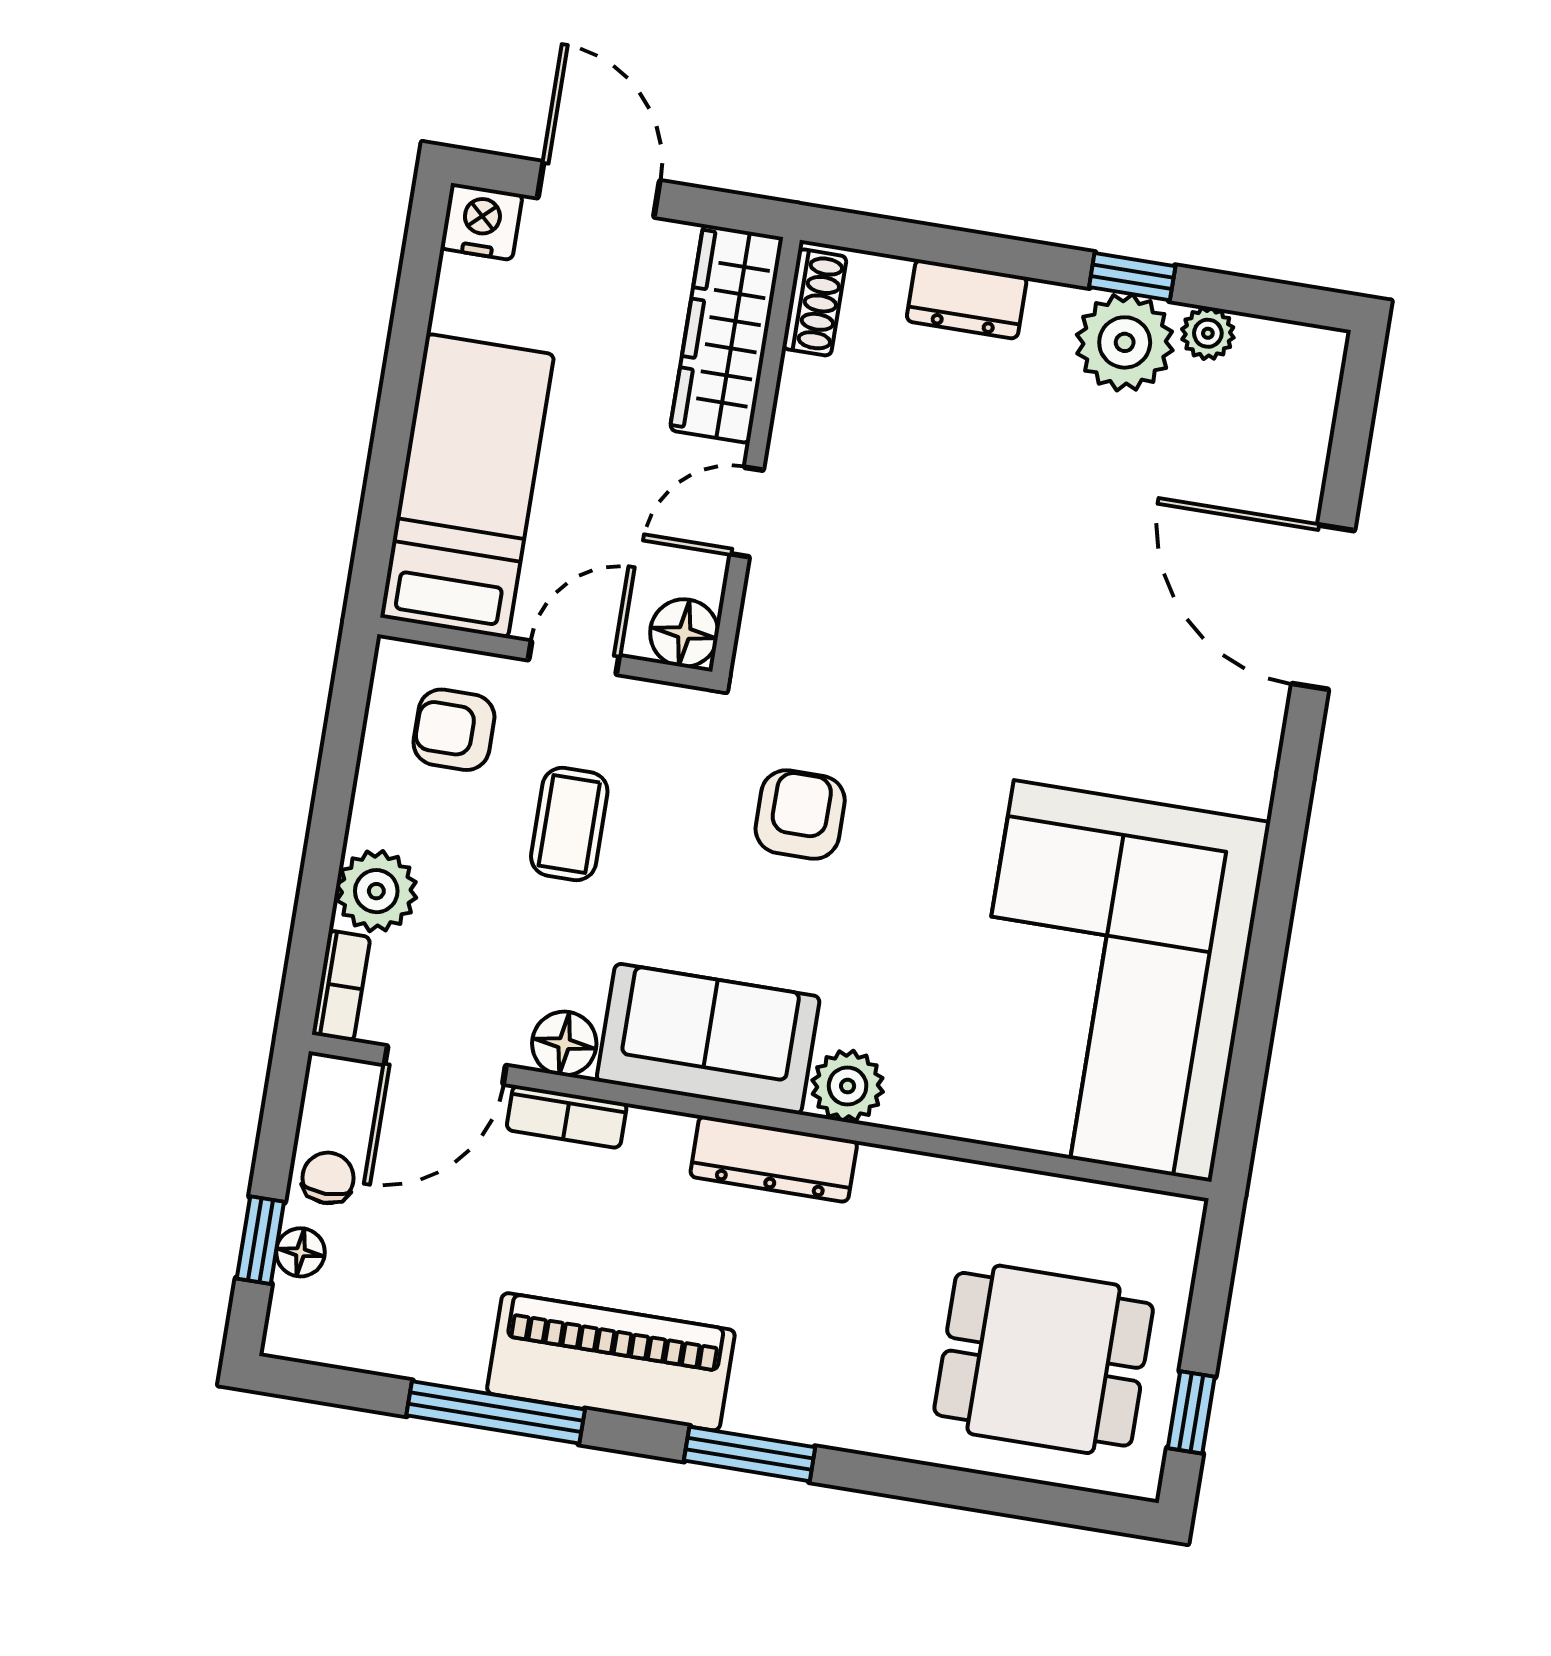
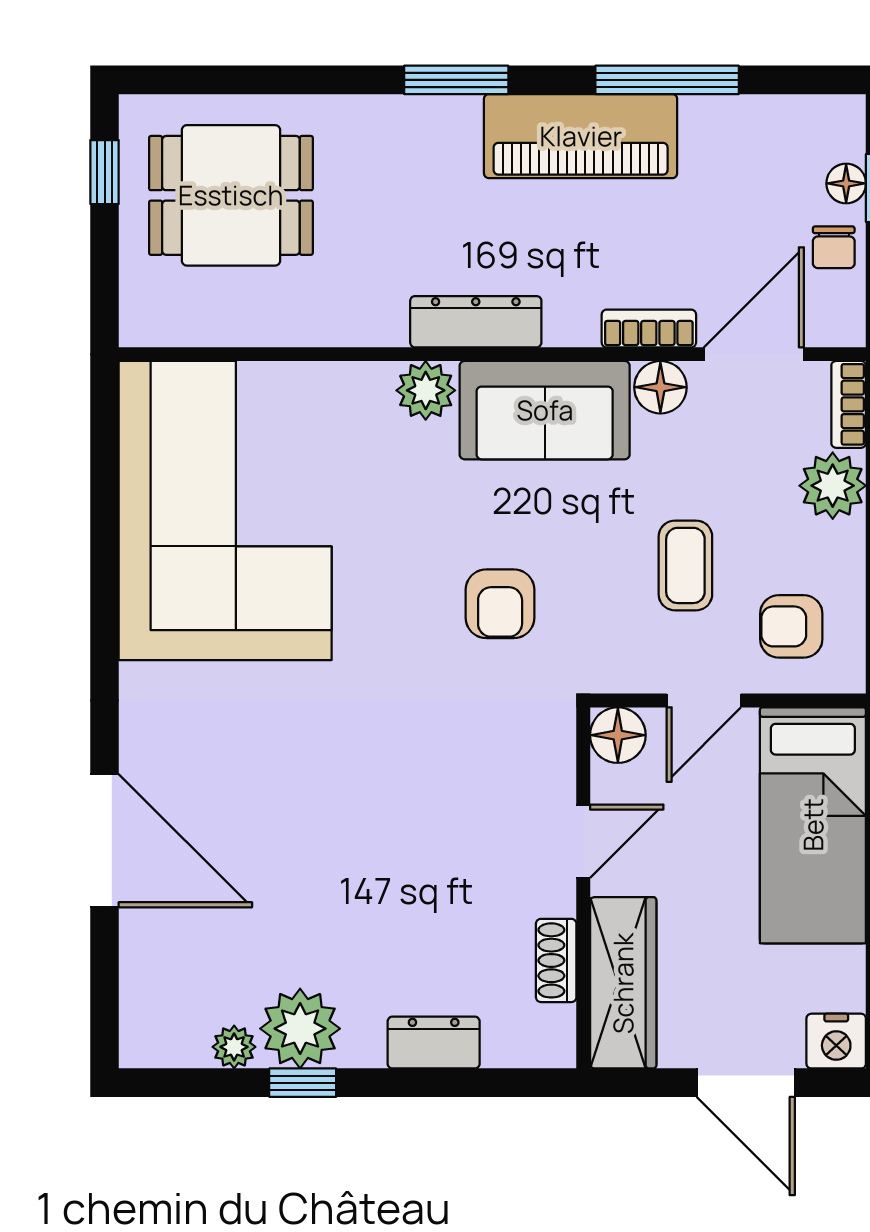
shoe rack: (815, 302) -> (556, 960), moved
armchair: (454, 730) -> (791, 626), turned 180

